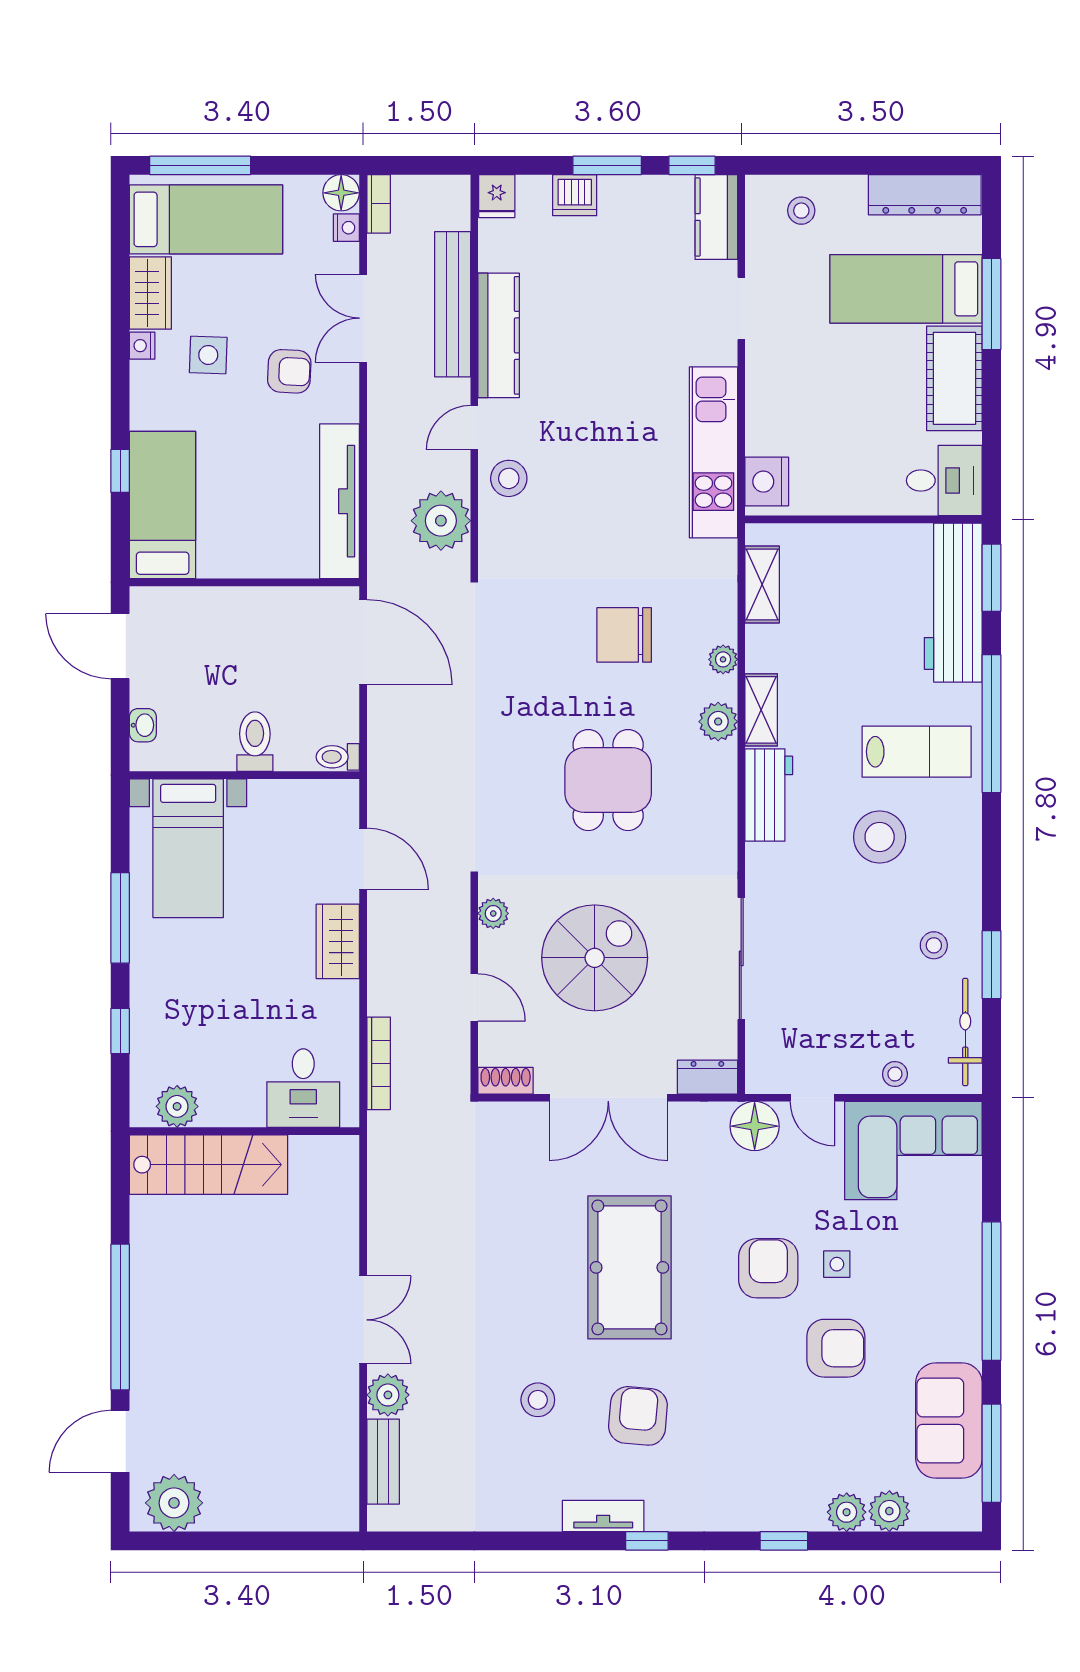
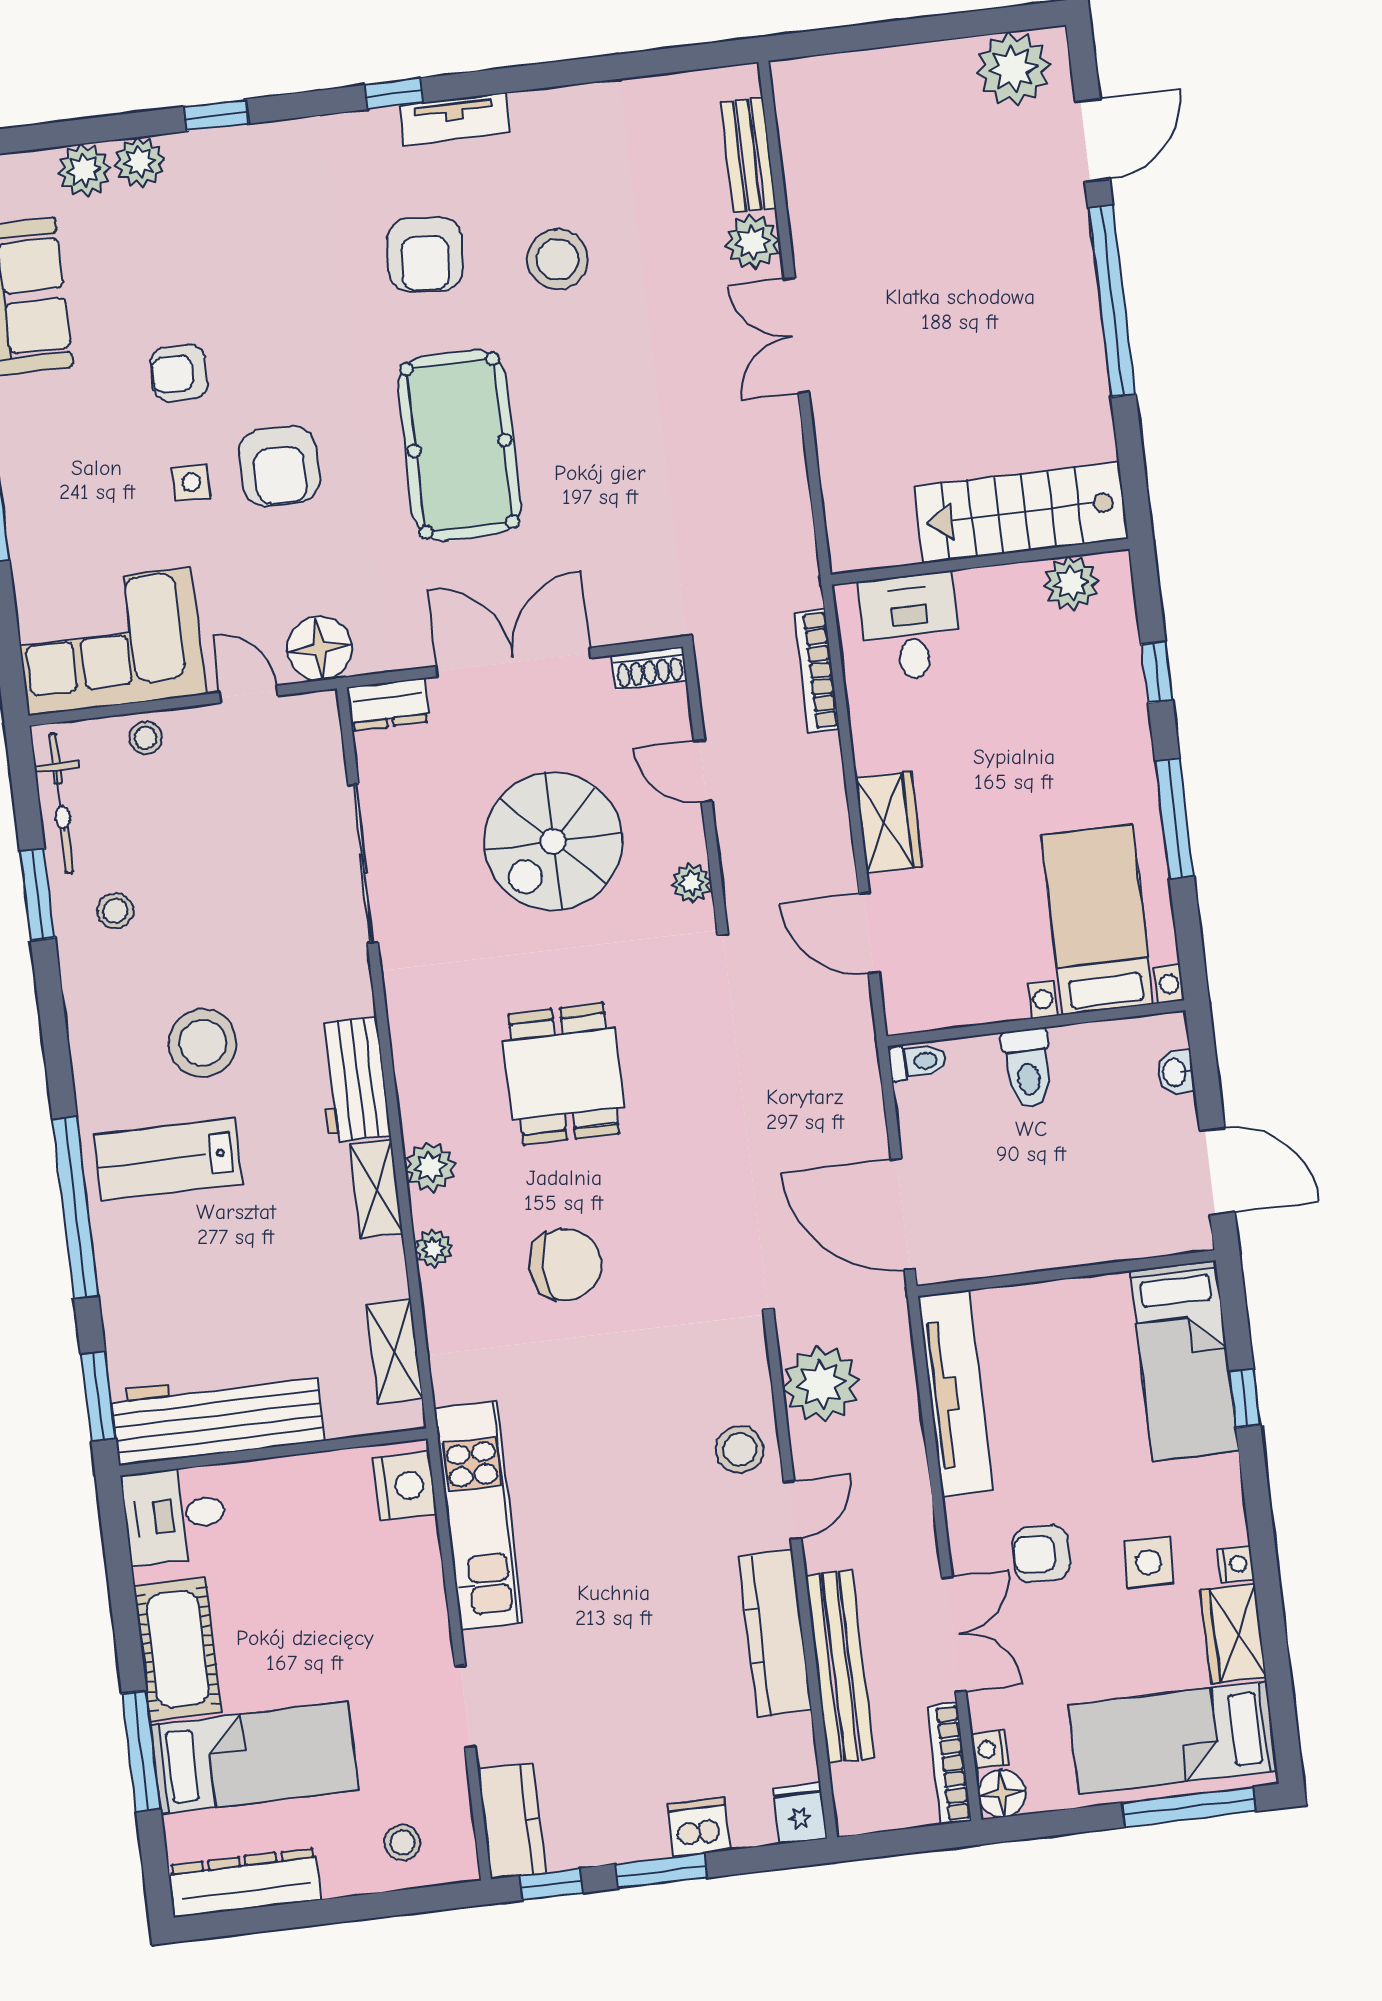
bookcase: (379, 204) -> (949, 1764), width x1.56
workbench: (953, 603) -> (217, 1416), moved, turned -90
armchair: (836, 1348) -> (179, 373), width x0.72, depth x0.72
stool: (538, 1400) -> (557, 259), width x1.38, depth x1.38

